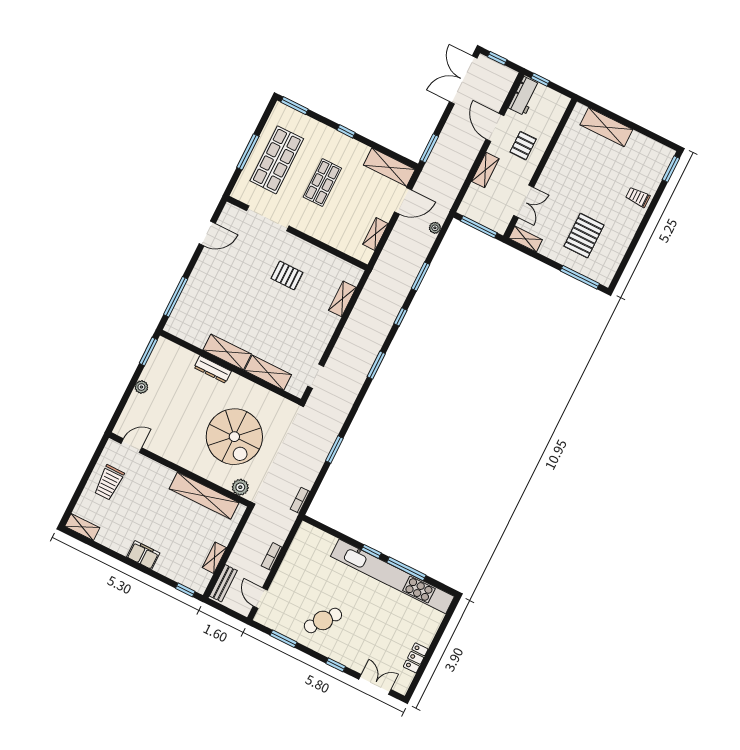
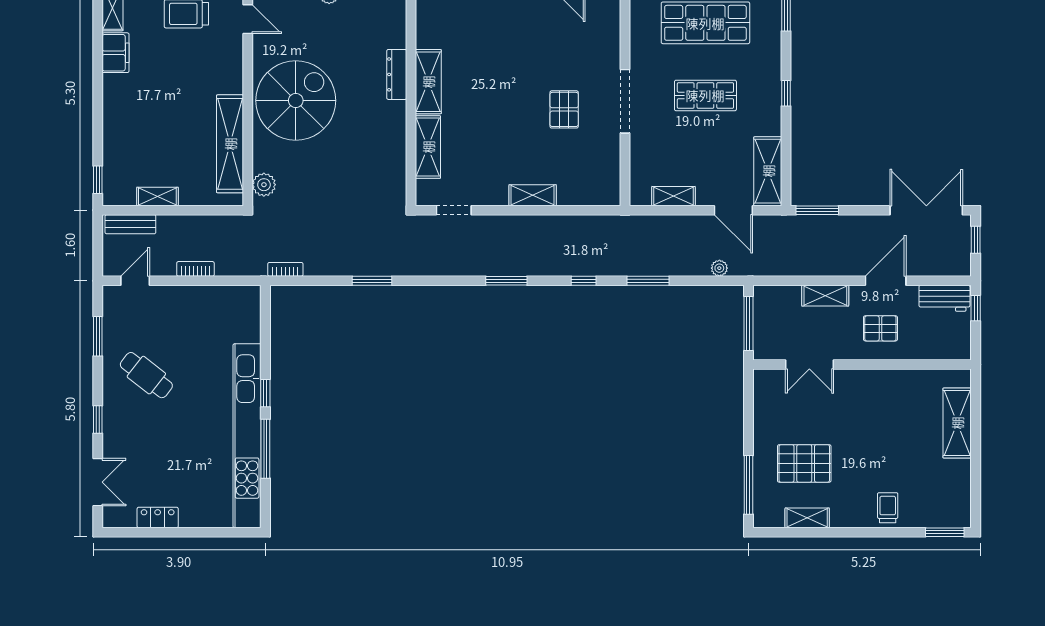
doorway: (268, 218) -> (625, 101), moved
shelving: (526, 239) -> (807, 518), moved, turned 90
shelving: (342, 299) -> (533, 195), moved
spiral stairs: (234, 437) -> (296, 101), moved, turned 180
filing cabinet: (143, 555) -> (116, 53), moved

